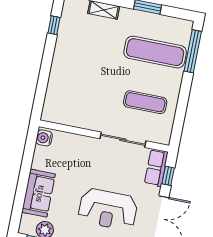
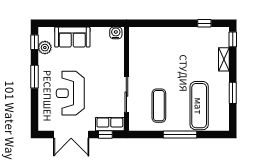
window: (193, 51) -> (180, 135), moved

